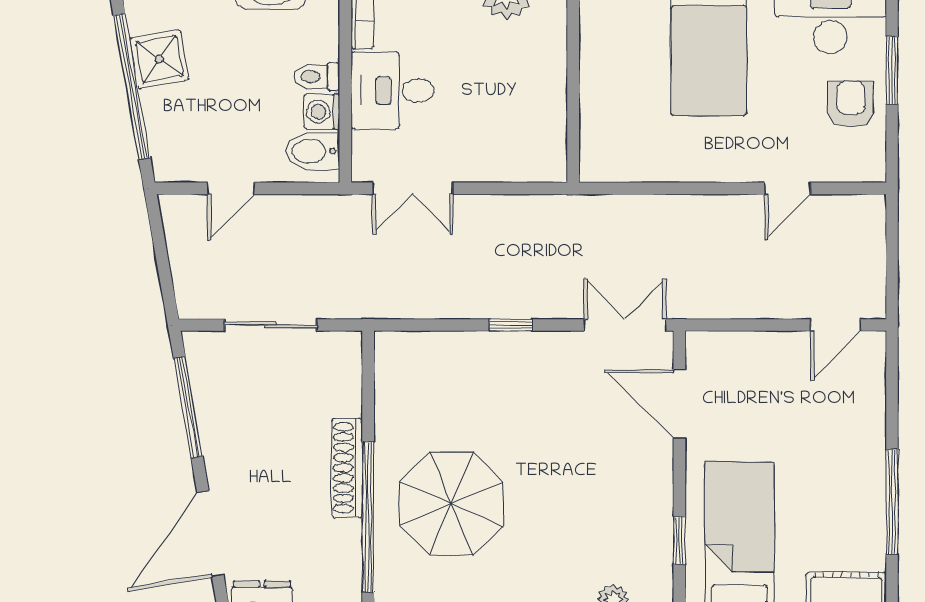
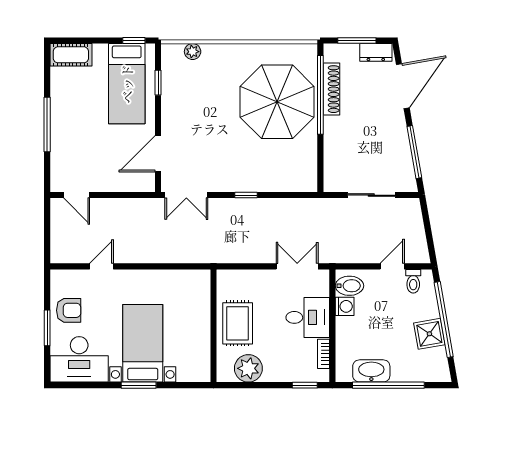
toilet: (317, 77) -> (413, 281), moved, turned 90
rug: (527, 79) -> (238, 323), added
armchair: (851, 104) -> (69, 310), turned -90
door: (835, 325) -> (77, 195), swing flipped
door: (679, 404) -> (158, 154), swing flipped
shoe rack: (347, 468) -> (331, 89), moved
window: (892, 502) -> (47, 124), moved
parasol: (451, 504) -> (277, 102), width x1.36, depth x1.36

